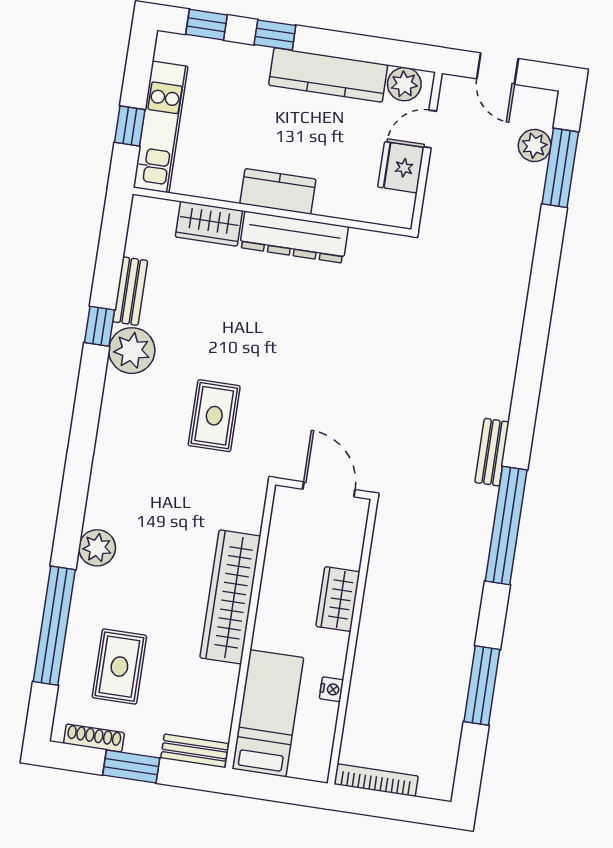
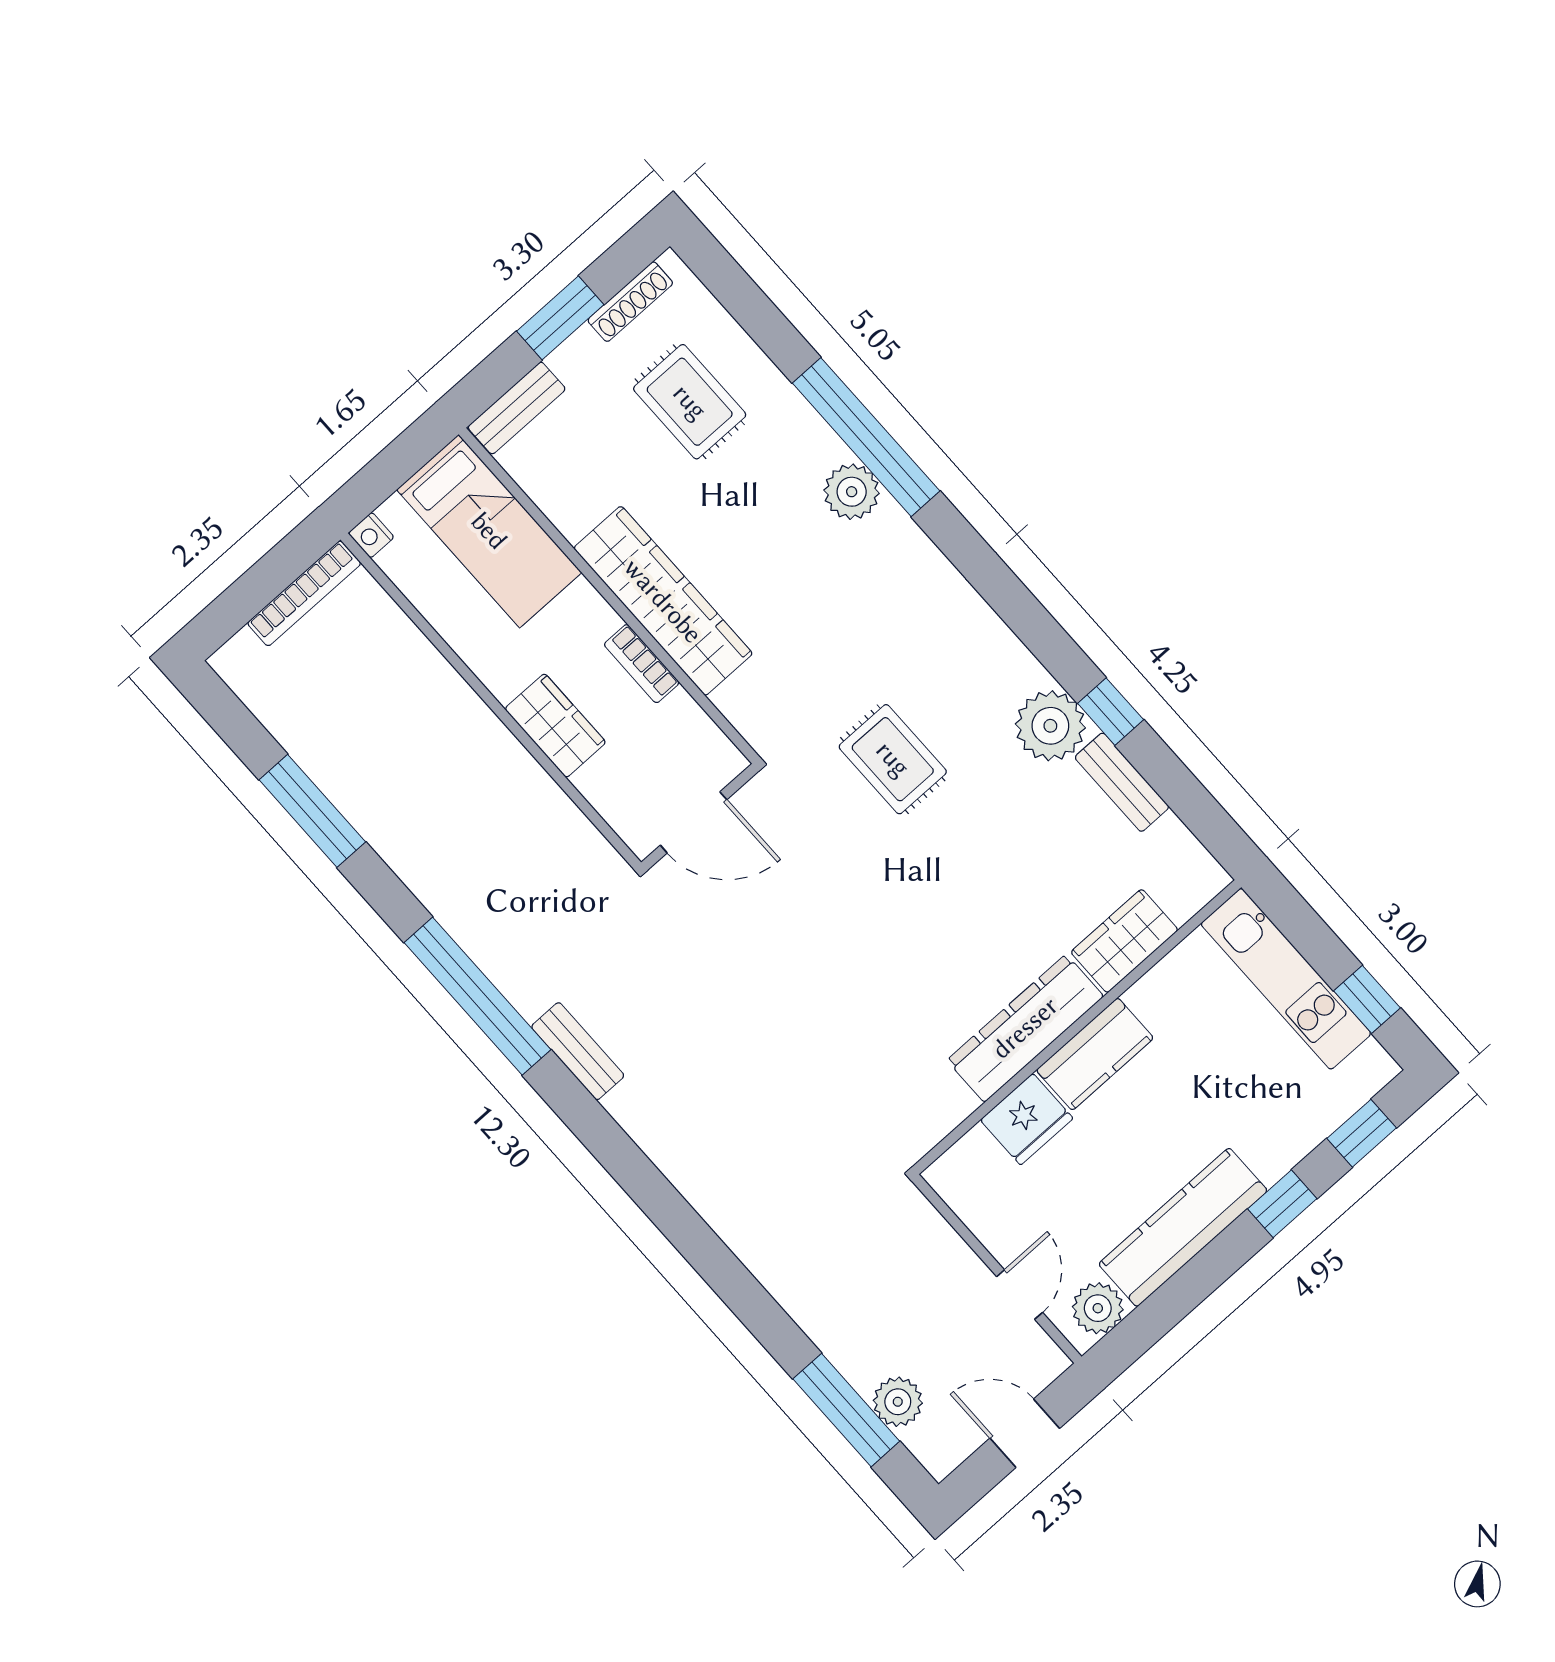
window: (130, 126) -> (1367, 999), moved
fridge: (401, 167) -> (1027, 1119), moved, turned 90
bookcase: (271, 582) -> (642, 664), added
window: (54, 626) -> (866, 437), moved
nightstand: (331, 689) -> (371, 535), moved

